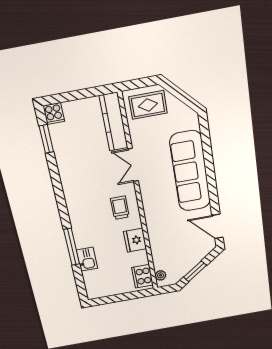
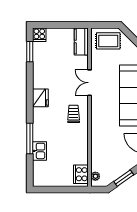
kitchen counter: (114, 122) -> (81, 42), width x0.67
fridge: (135, 240) -> (40, 98), moved, turned 180

